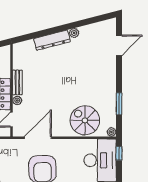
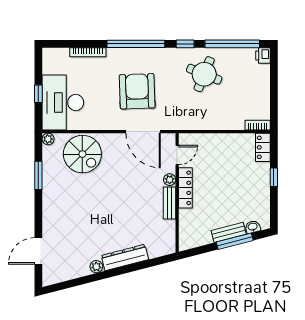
door: (38, 138) -> (143, 132), hinge flipped
window: (119, 153) -> (38, 94), moved

